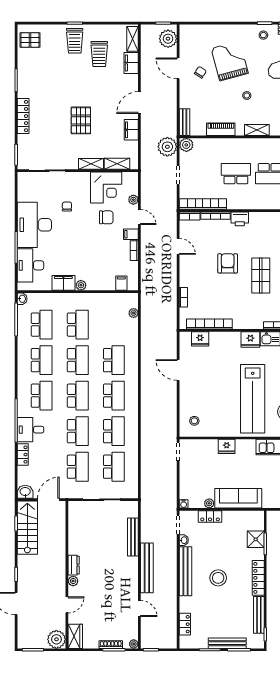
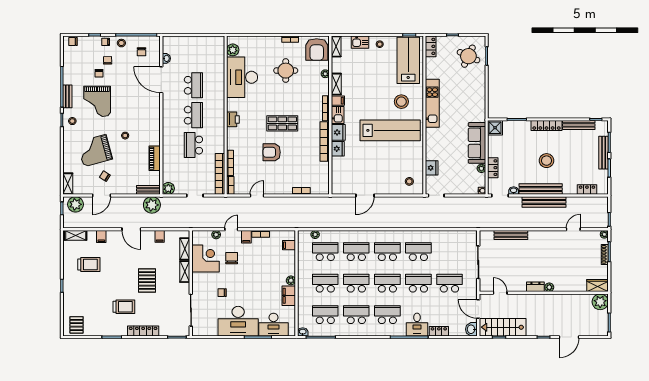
trolley: (75, 41) -> (124, 307), moved
filing cabinet: (131, 63) -> (101, 236), width x0.50
pallet: (81, 120) -> (147, 280), turned 90
filing cabinet: (131, 130) -> (160, 236), width x0.50
shelving: (257, 130) -> (68, 184), moved
plant: (167, 147) -> (152, 205), moved
printer: (240, 219) -> (233, 119), moved
bookcase: (209, 324) -> (325, 142), moved
fridge: (200, 339) -> (338, 149), moved
fridge: (227, 446) -> (432, 168), moved
school desk: (114, 467) -> (325, 252), moved
shower: (256, 539) -> (495, 128), moved
bench: (147, 568) -> (544, 202), moved
door: (67, 605) -> (500, 293), moved

